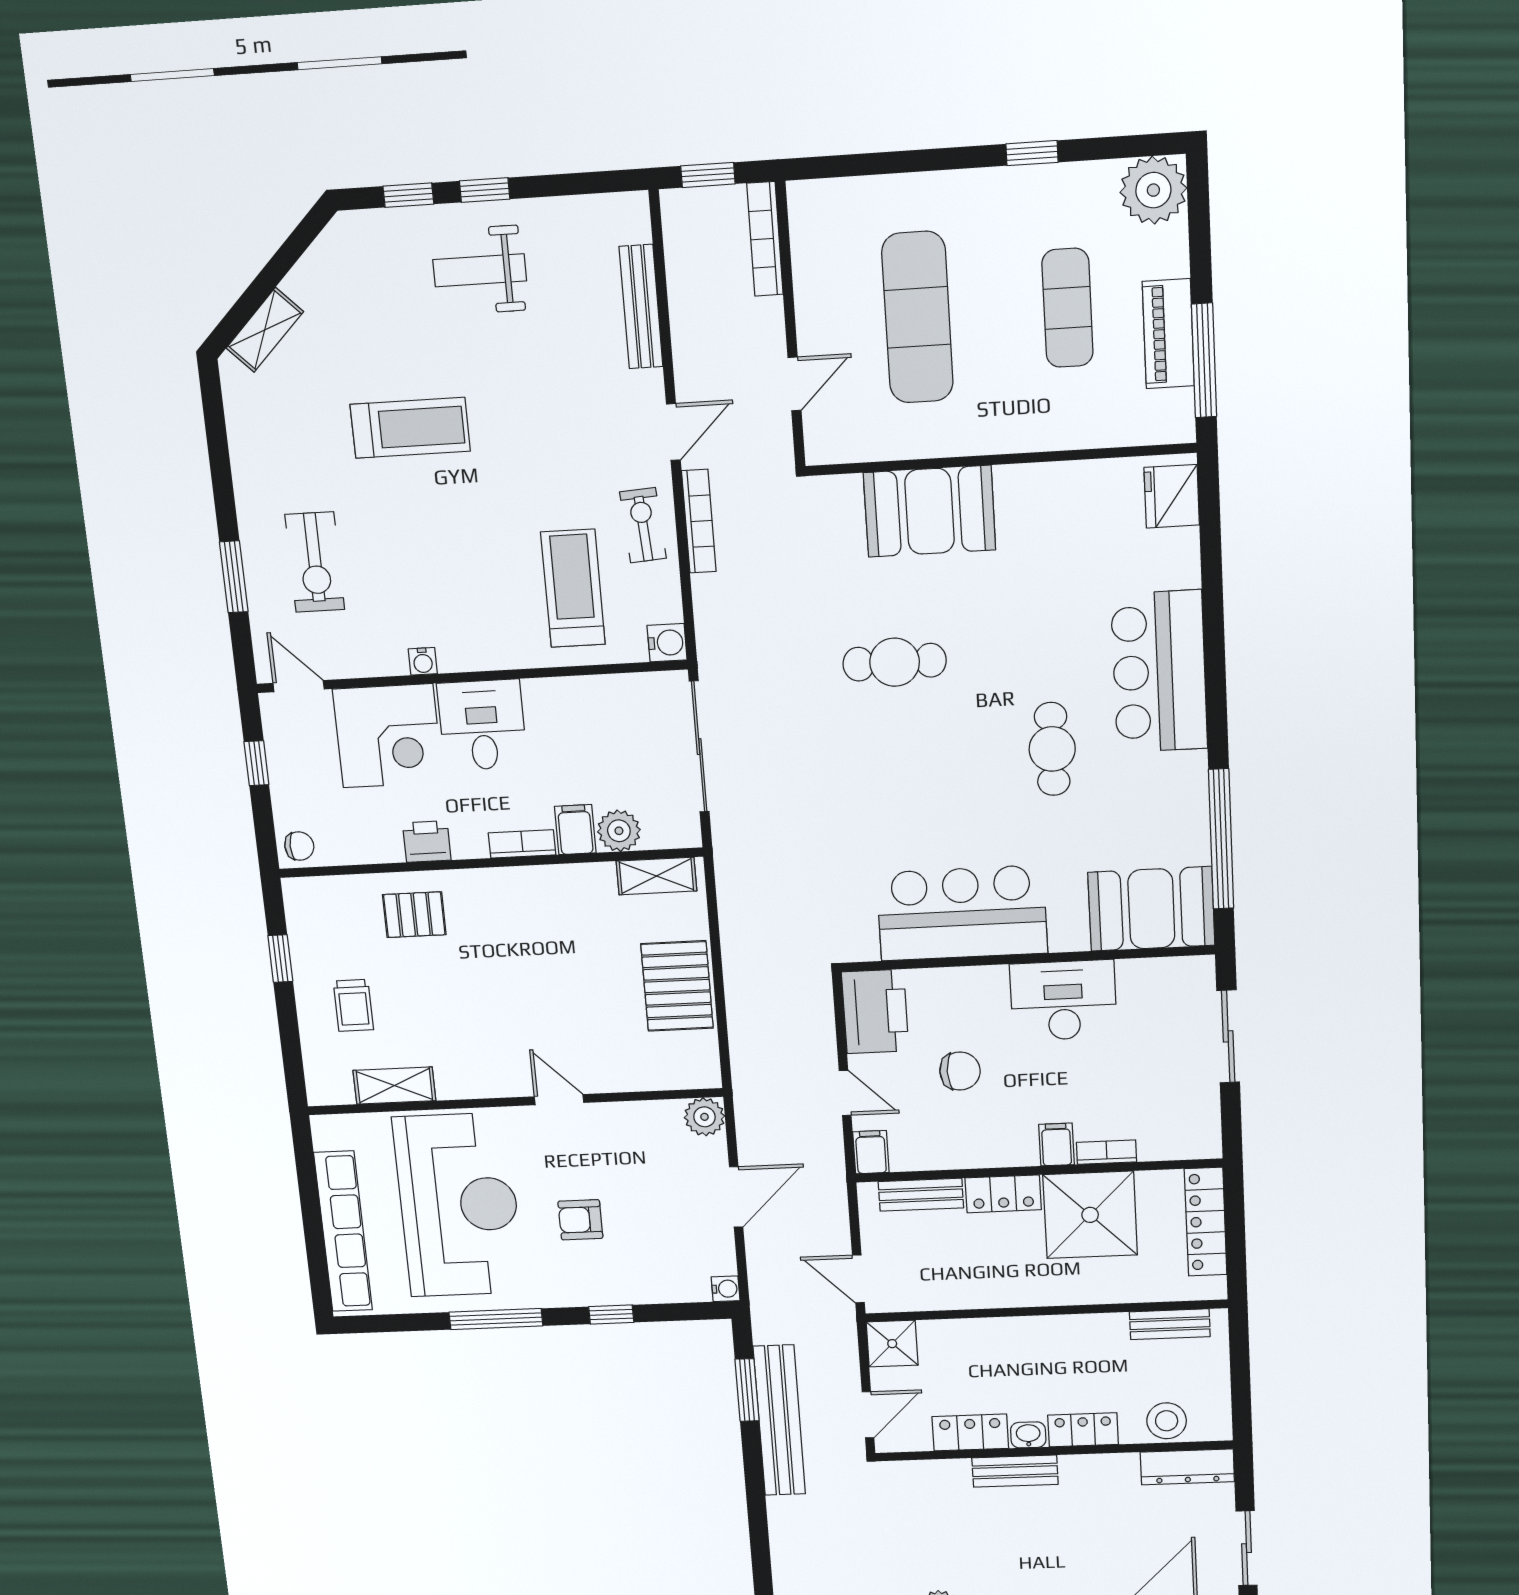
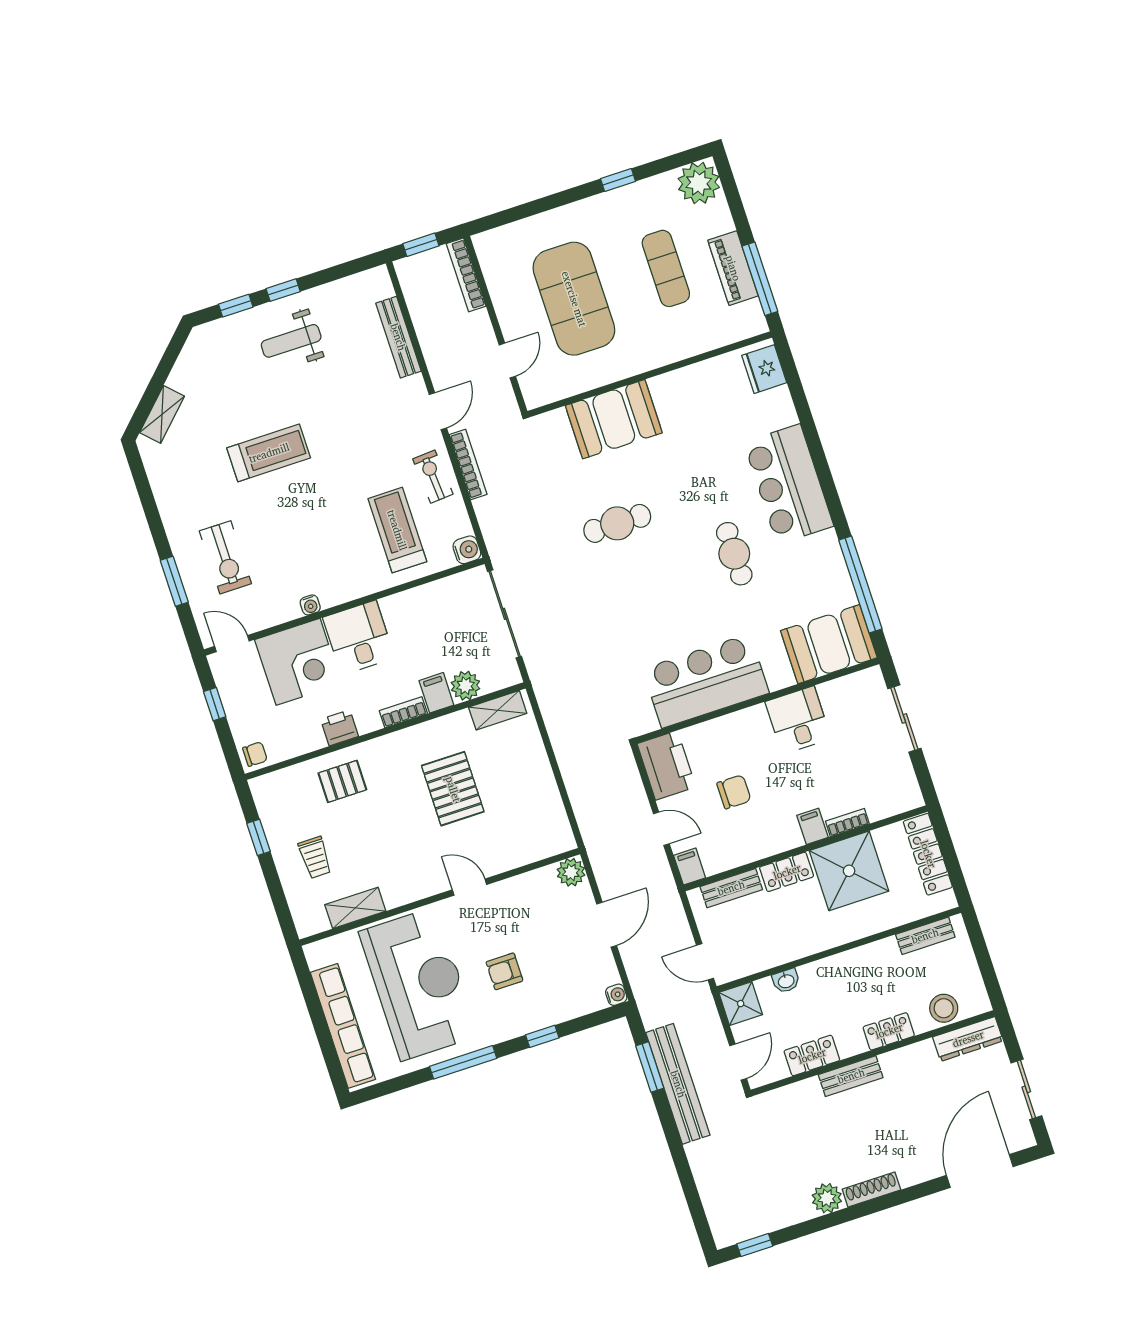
exercise mat: (917, 317) -> (574, 299), width x1.47
pallet: (677, 986) -> (453, 789), moved
desk: (1063, 1000) -> (798, 720), width x0.73
washbasin: (1028, 1435) -> (786, 981), moved, turned 180

